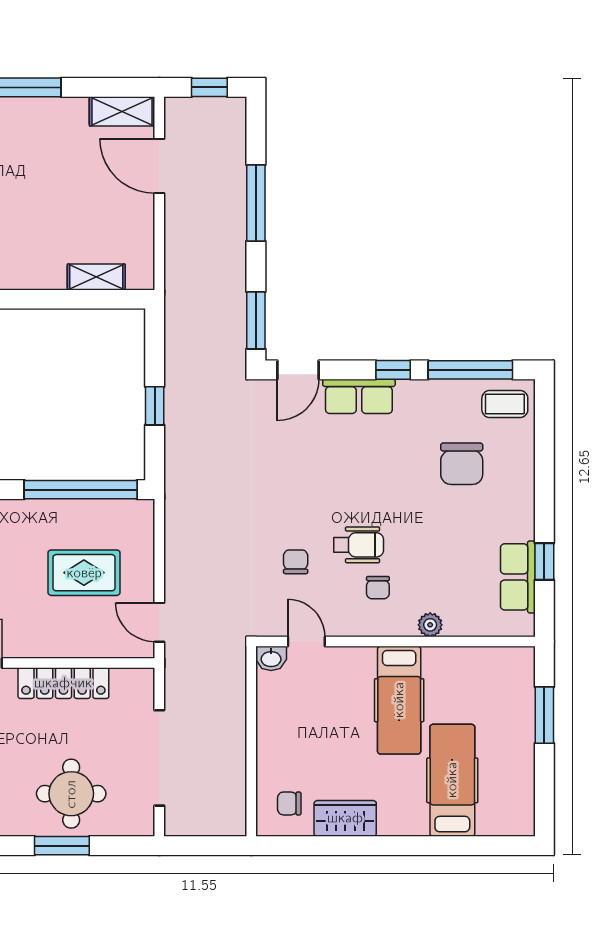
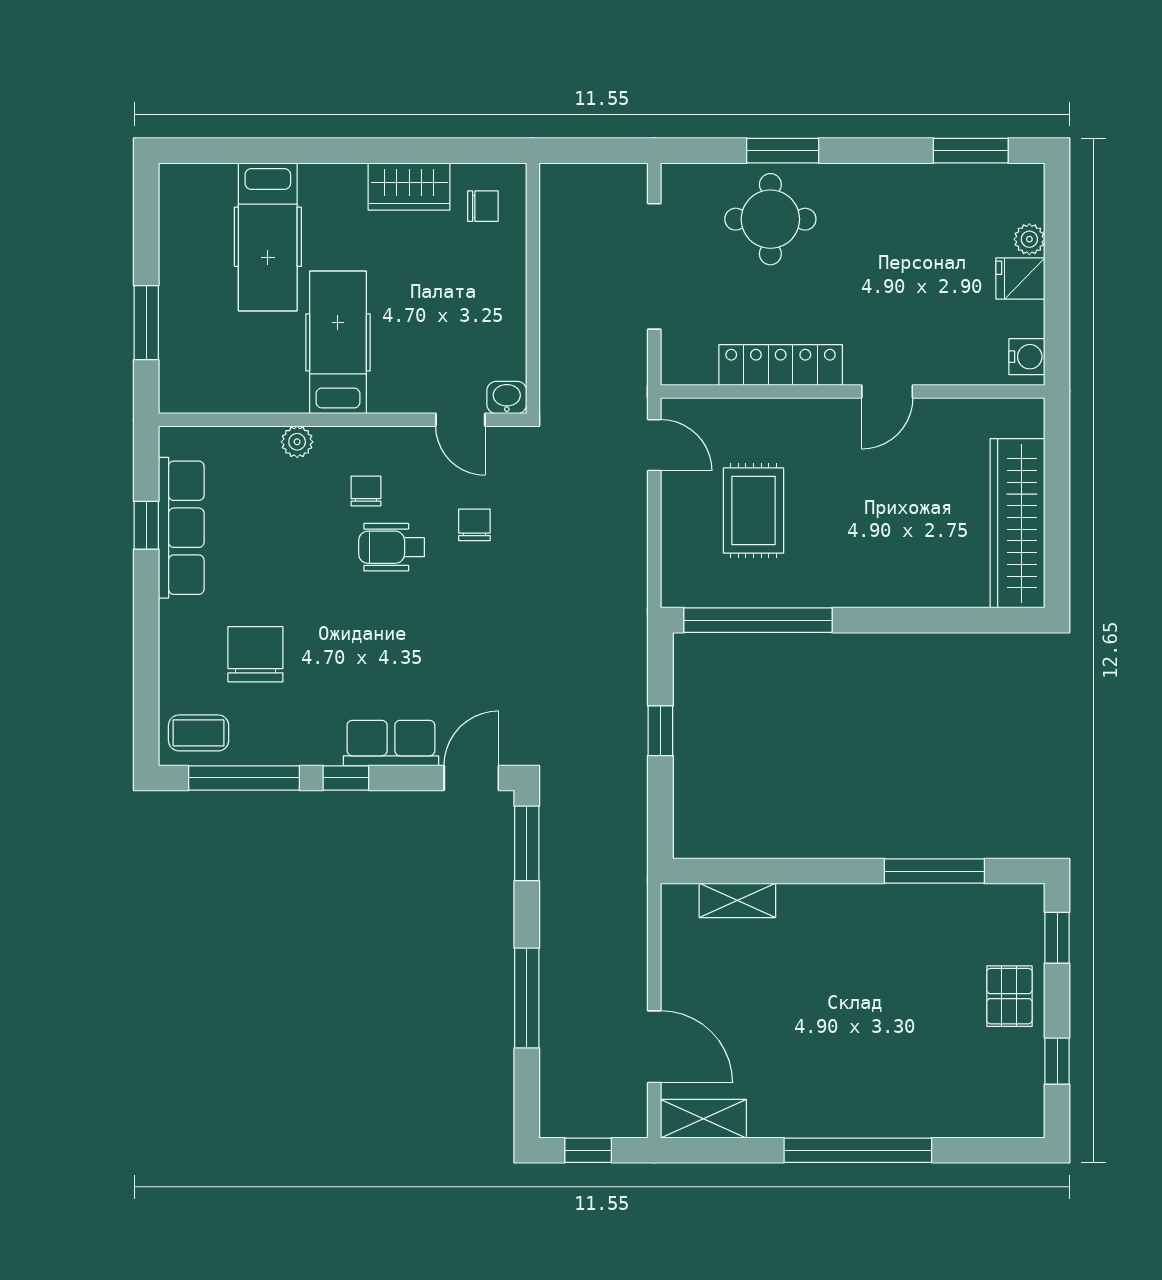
chair: (296, 562) -> (474, 525), turned 180
rug: (84, 573) -> (753, 510), turned 90
row of seats: (518, 577) -> (181, 528), width x1.48

